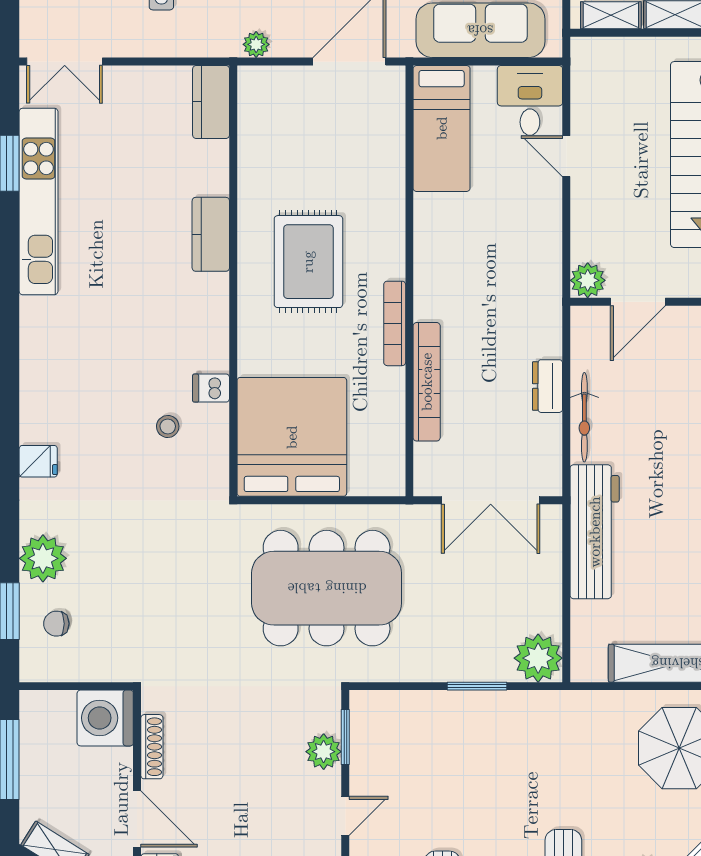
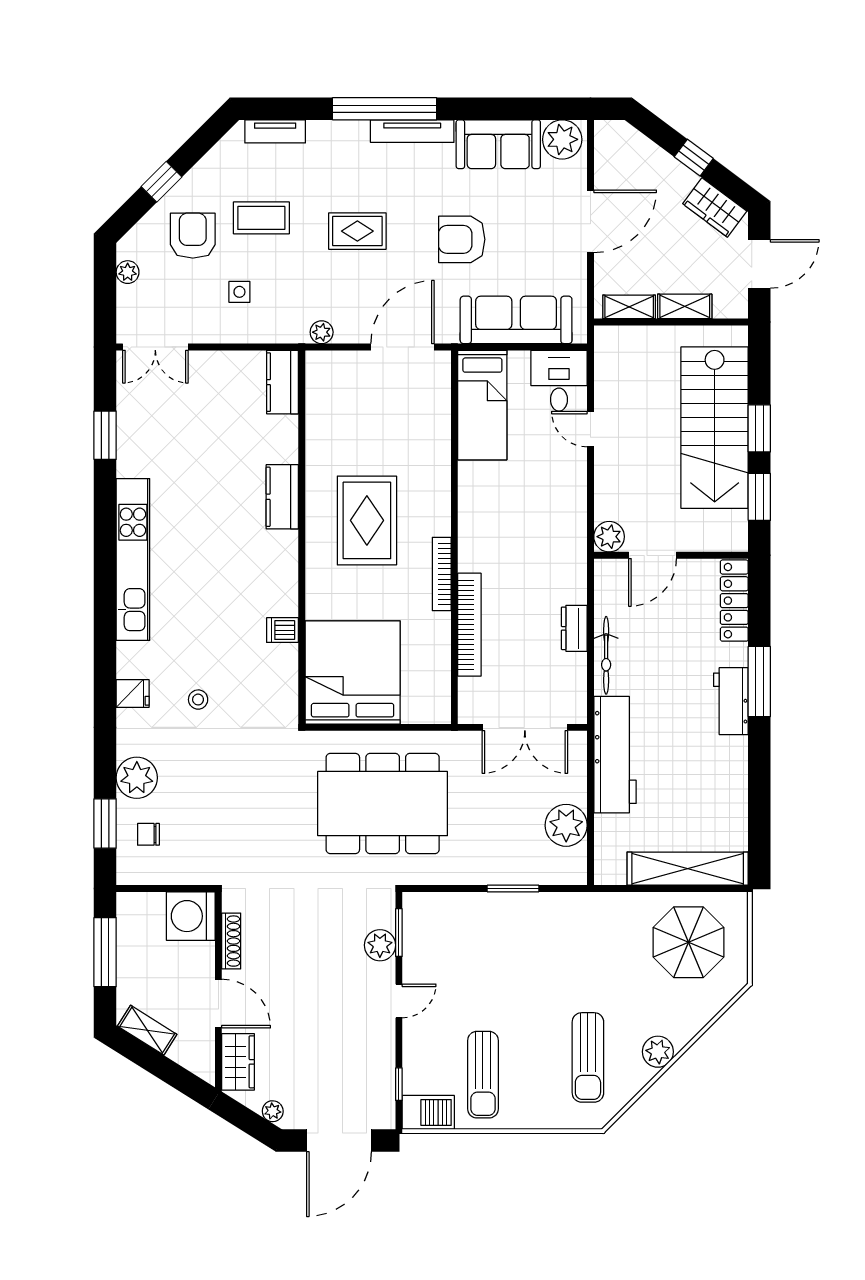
kitchen unit: (39, 201) -> (133, 559), moved
stool: (168, 426) -> (198, 700), moved
plant: (538, 658) -> (566, 825), moved

